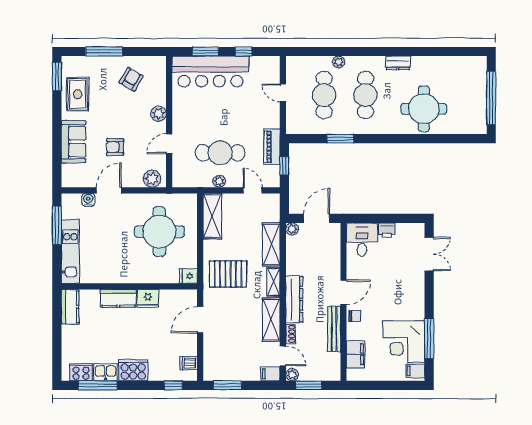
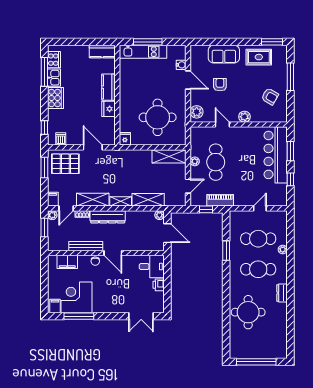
window: (57, 225) -> (148, 42), moved
pallet: (228, 274) -> (65, 164), moved, turned 90

